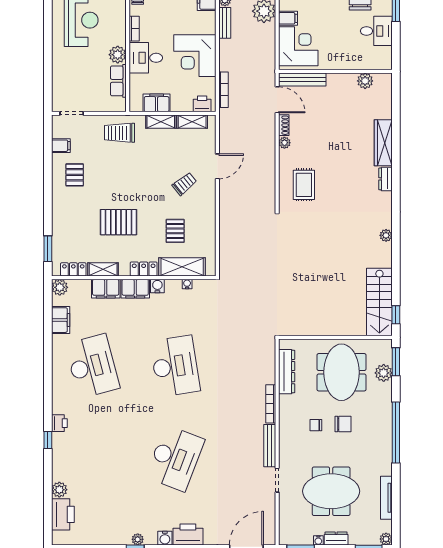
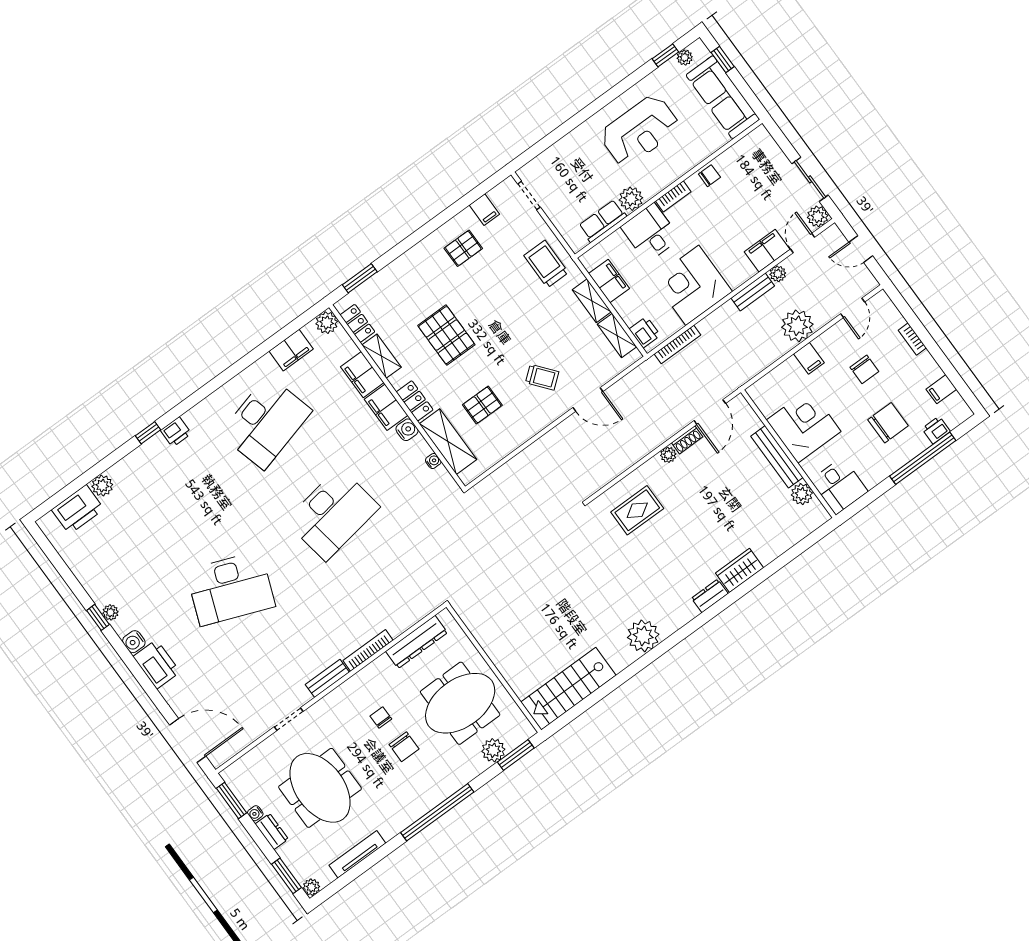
desk: (376, 31) -> (839, 486), moved
corner desk: (298, 46) -> (804, 426), moved, turned -90
bench: (302, 80) -> (777, 457), moved
wardrobe: (383, 143) -> (739, 570), width x0.67
plant: (386, 235) -> (643, 636), width x1.88, depth x1.88
window: (396, 315) -> (568, 717), removed
bench: (270, 446) -> (327, 678), width x0.73

